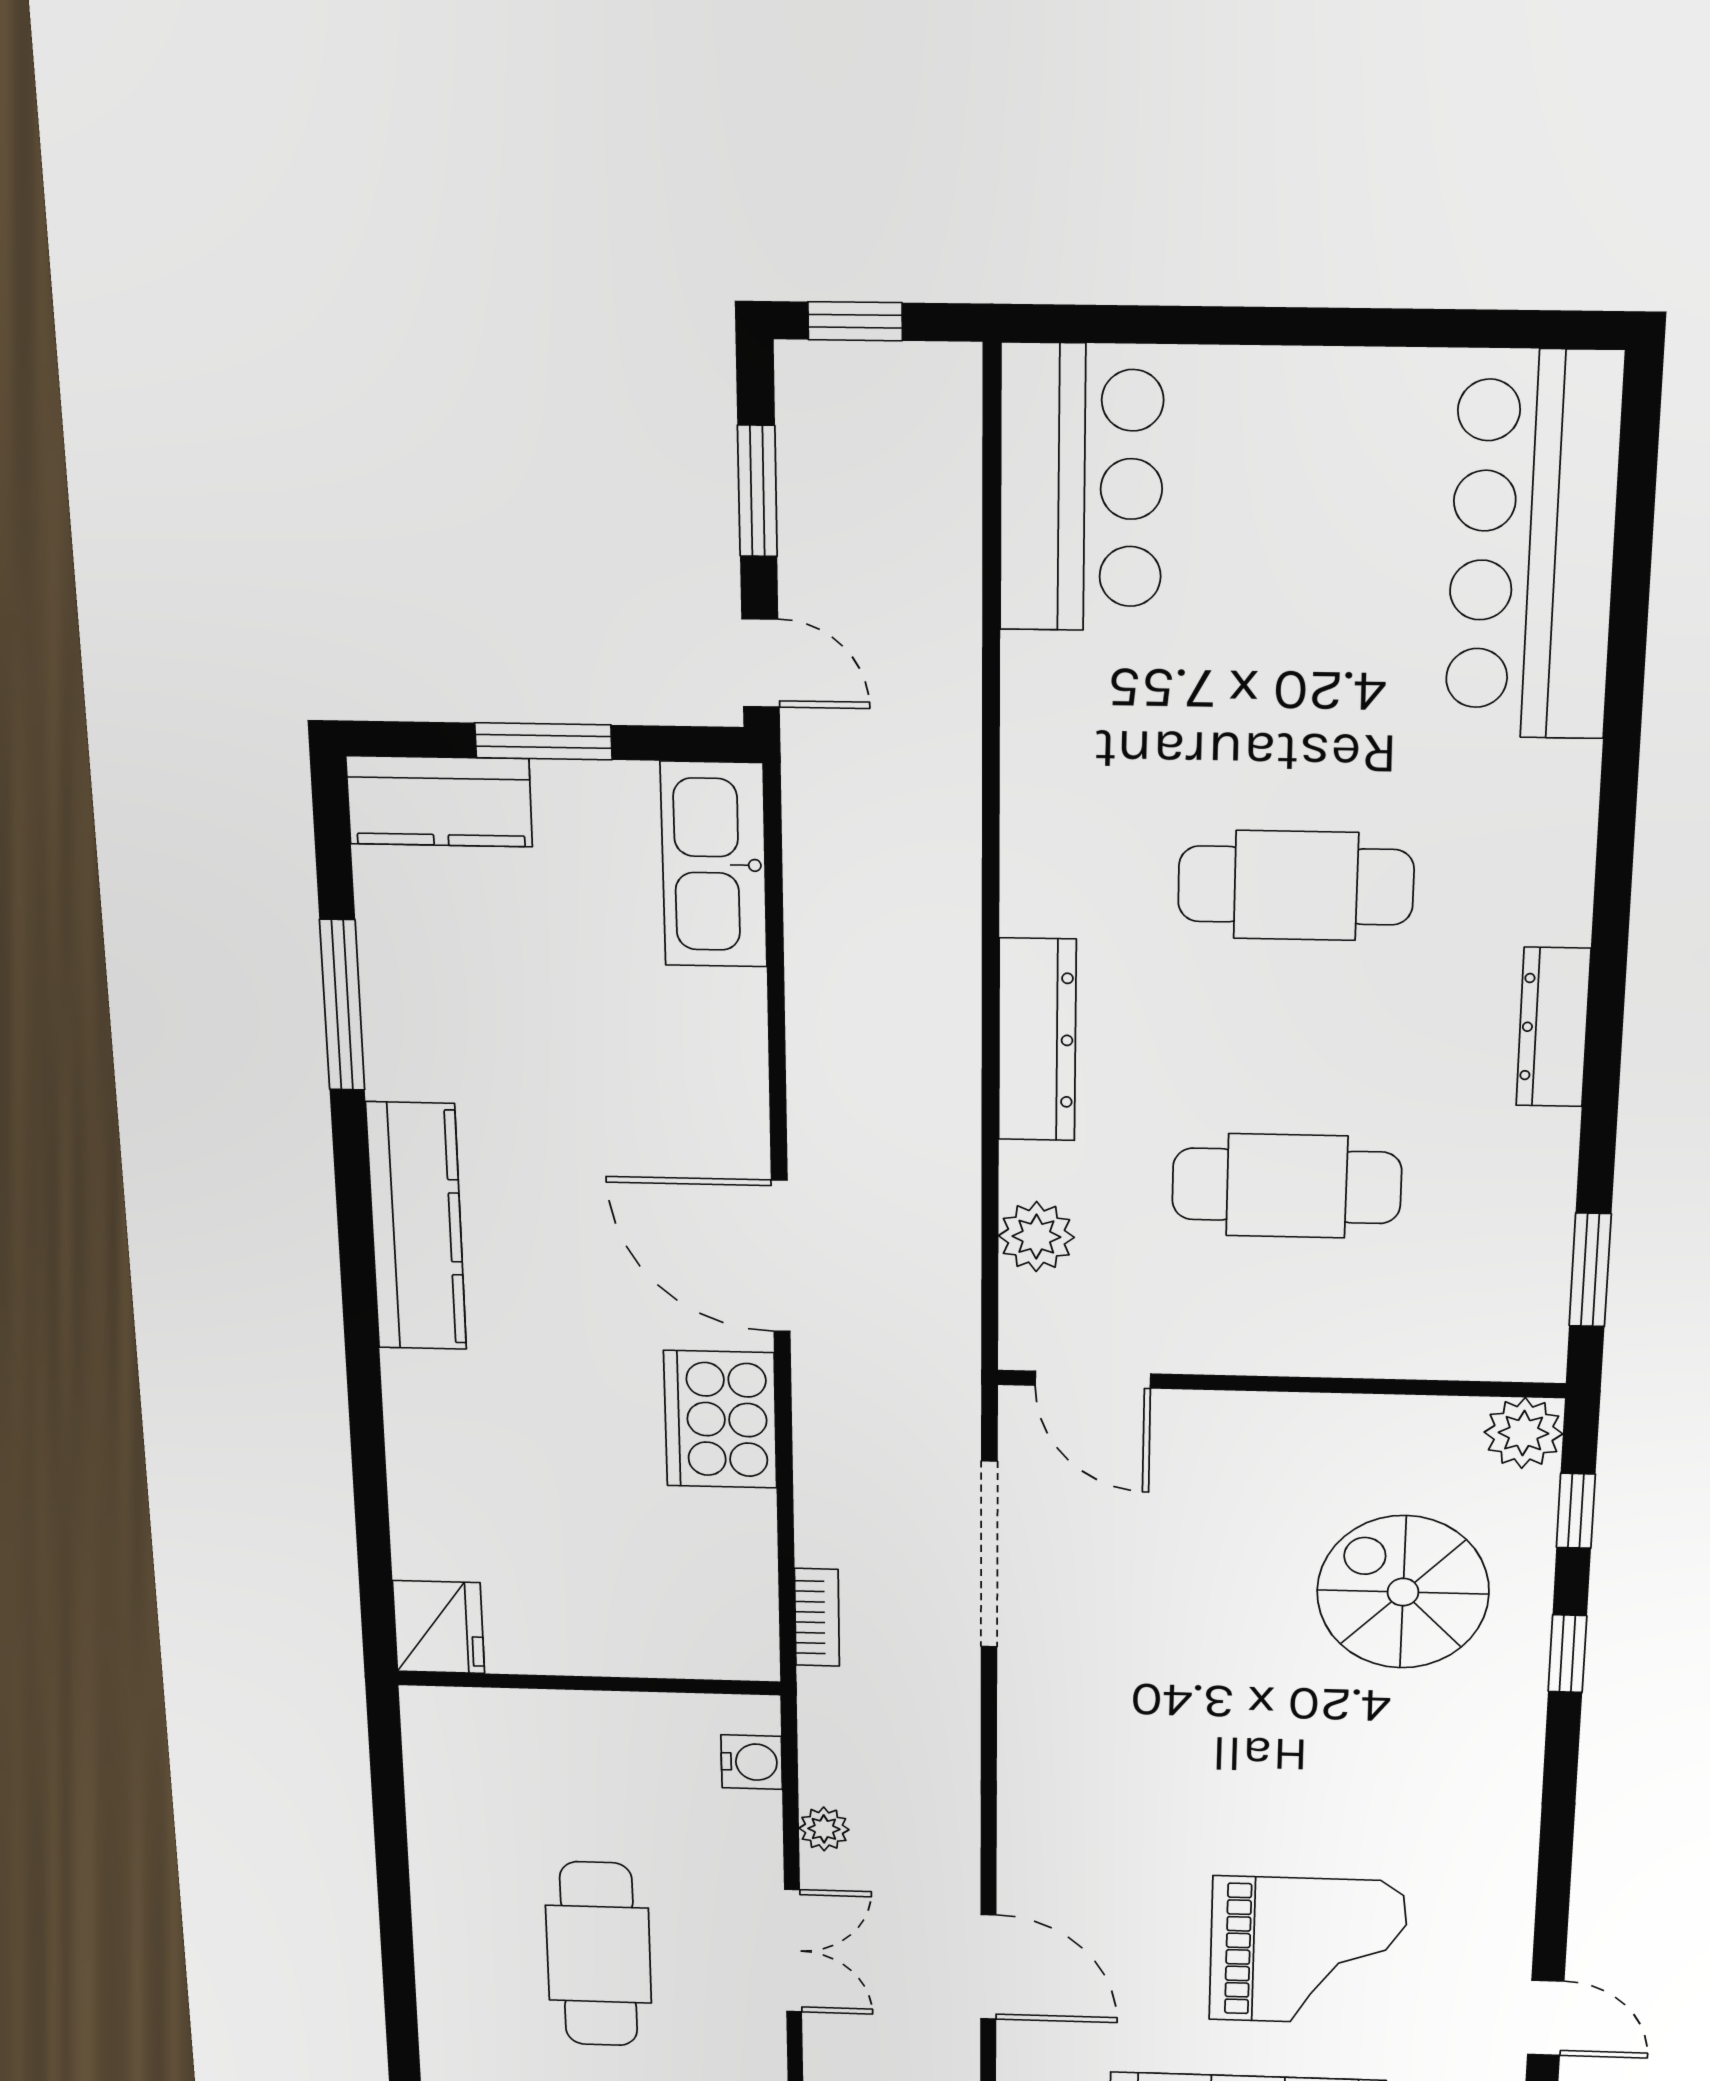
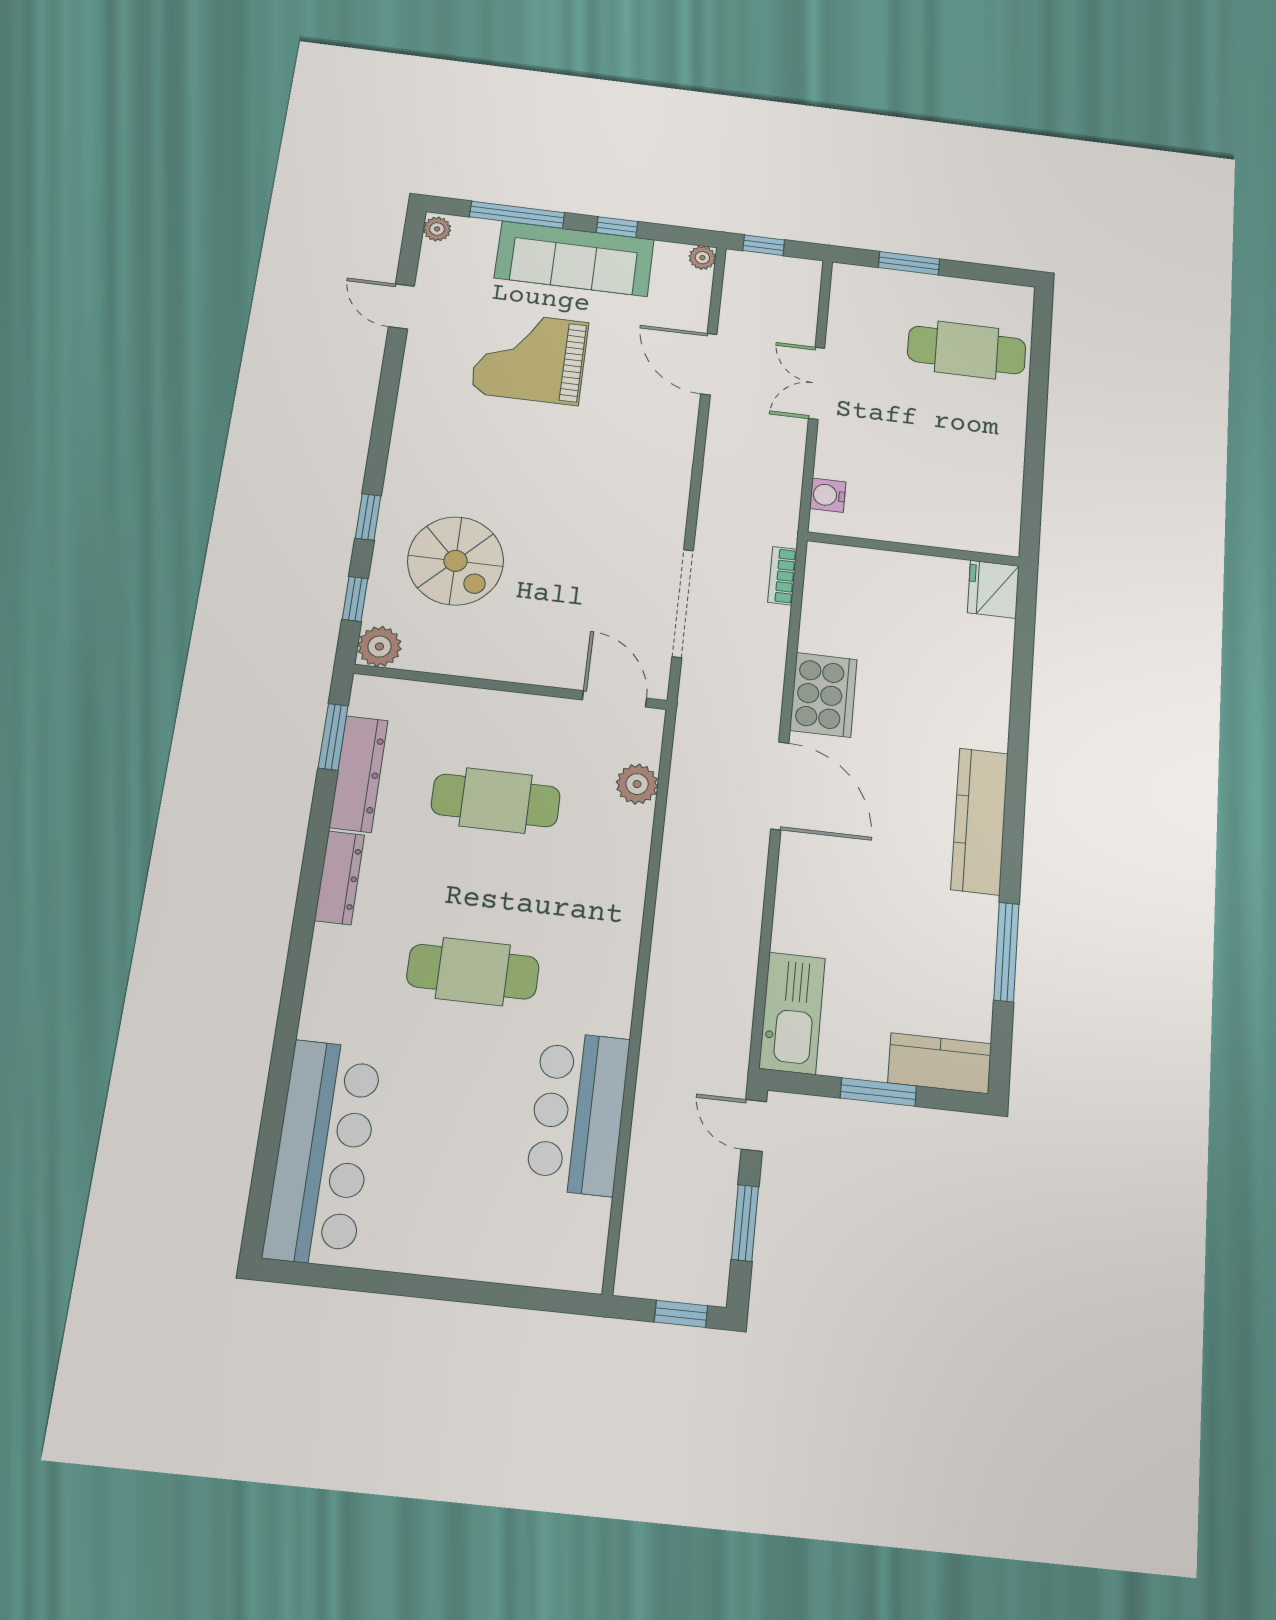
bar counter: (1081, 488) -> (578, 1113), moved
dresser: (1037, 1040) -> (359, 774), moved, turned 180
plant: (824, 1829) -> (792, 453), removed
cafe table: (599, 1954) -> (967, 350), moved, turned 90

